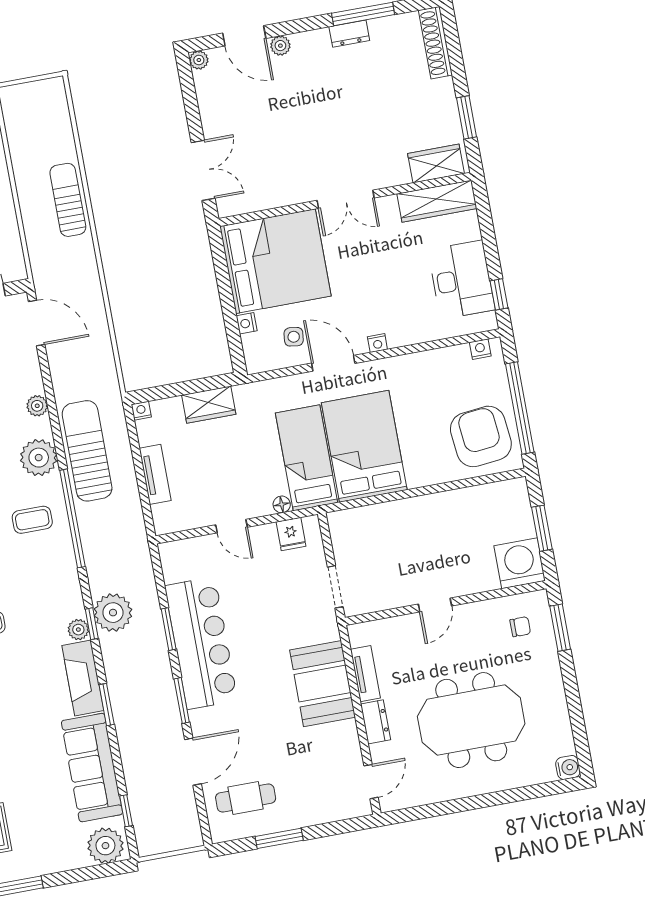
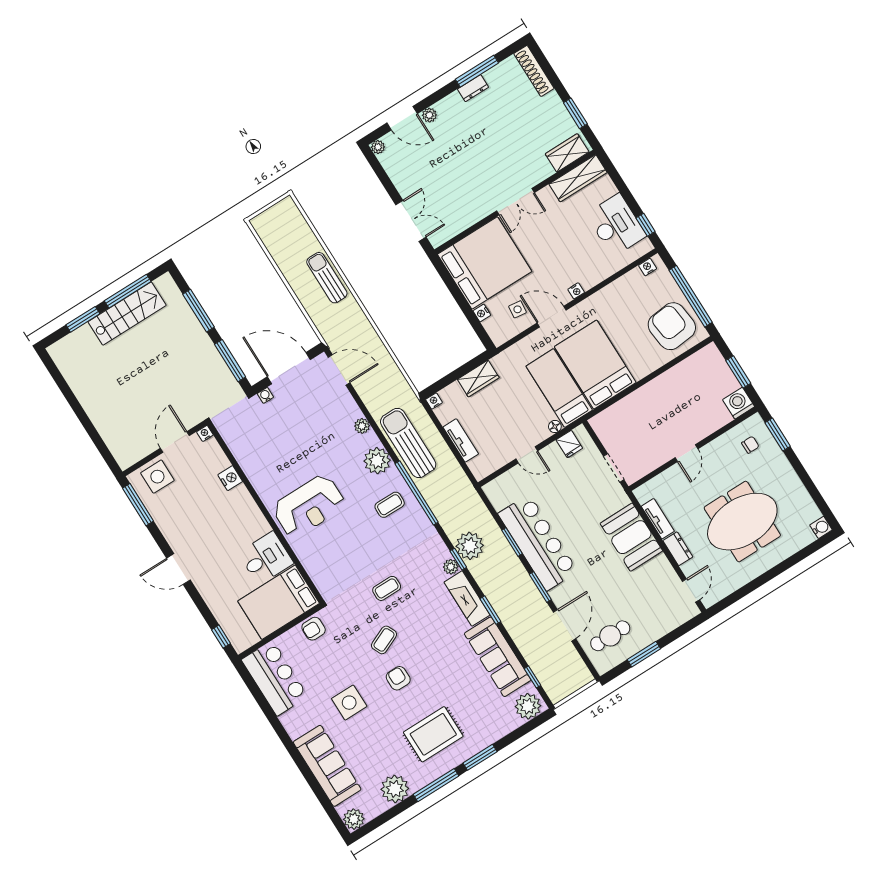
washing machine: (520, 563) -> (739, 403), width x0.73, depth x0.73

